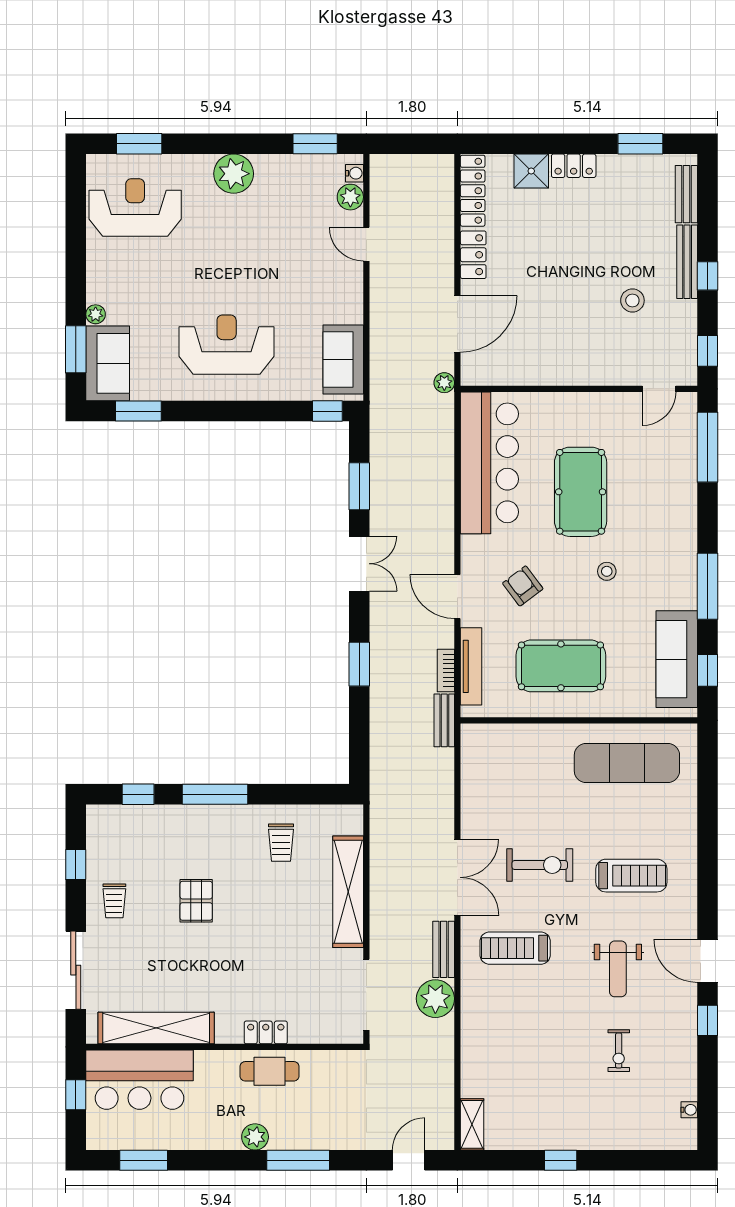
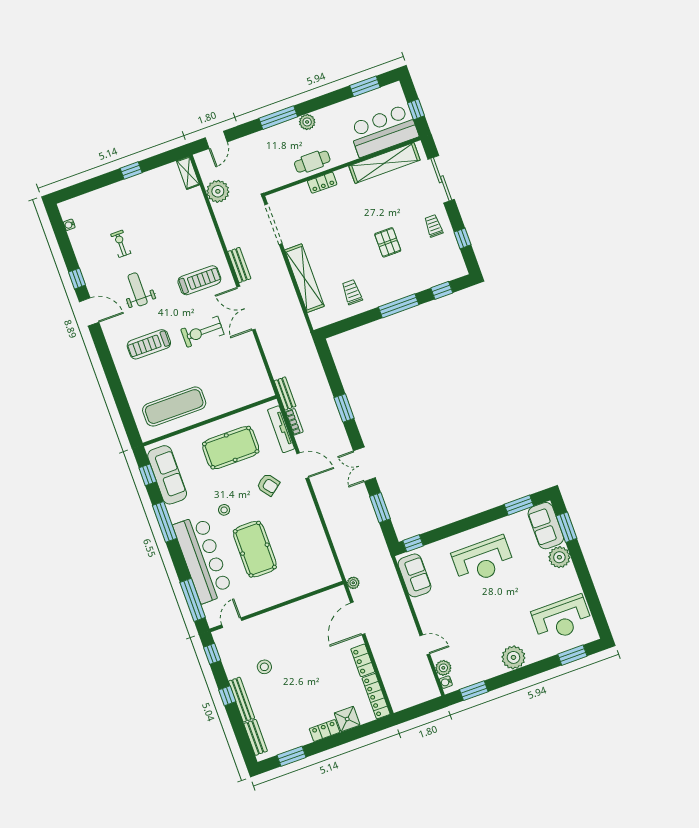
plant: (96, 314) -> (559, 557), width x1.87, depth x1.87
bar counter: (489, 463) -> (203, 559), moved, turned 180
plant: (435, 999) -> (218, 191), moved

